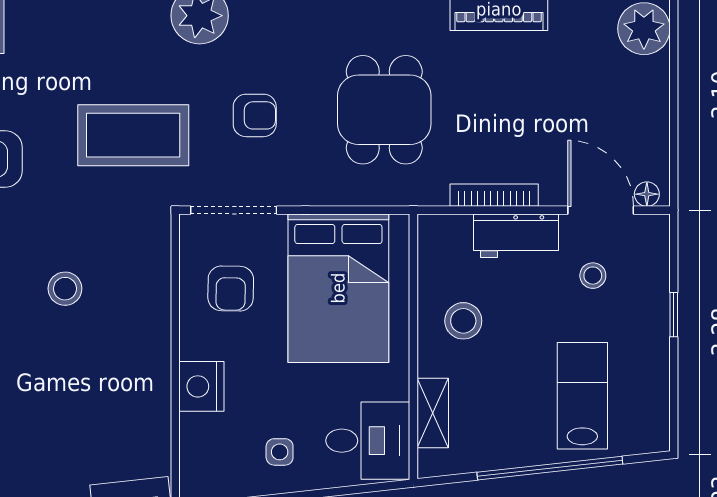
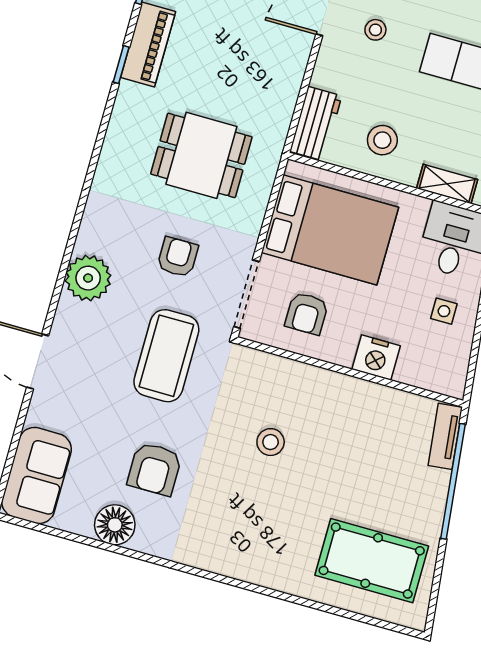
bookcase: (494, 195) -> (292, 89), removed
workbench: (516, 236) -> (316, 124), moved
armchair: (231, 289) -> (307, 313), turned 89

